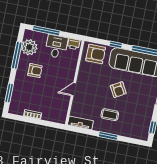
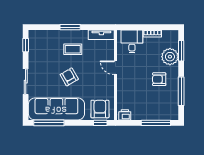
window: (116, 45) -> (100, 123), moved
desk: (56, 46) -> (132, 41), moved, turned 180
plant: (29, 47) -> (170, 57), moved
armchair: (96, 54) -> (100, 109), turned 90
door: (73, 89) -> (116, 68), swing flipped

